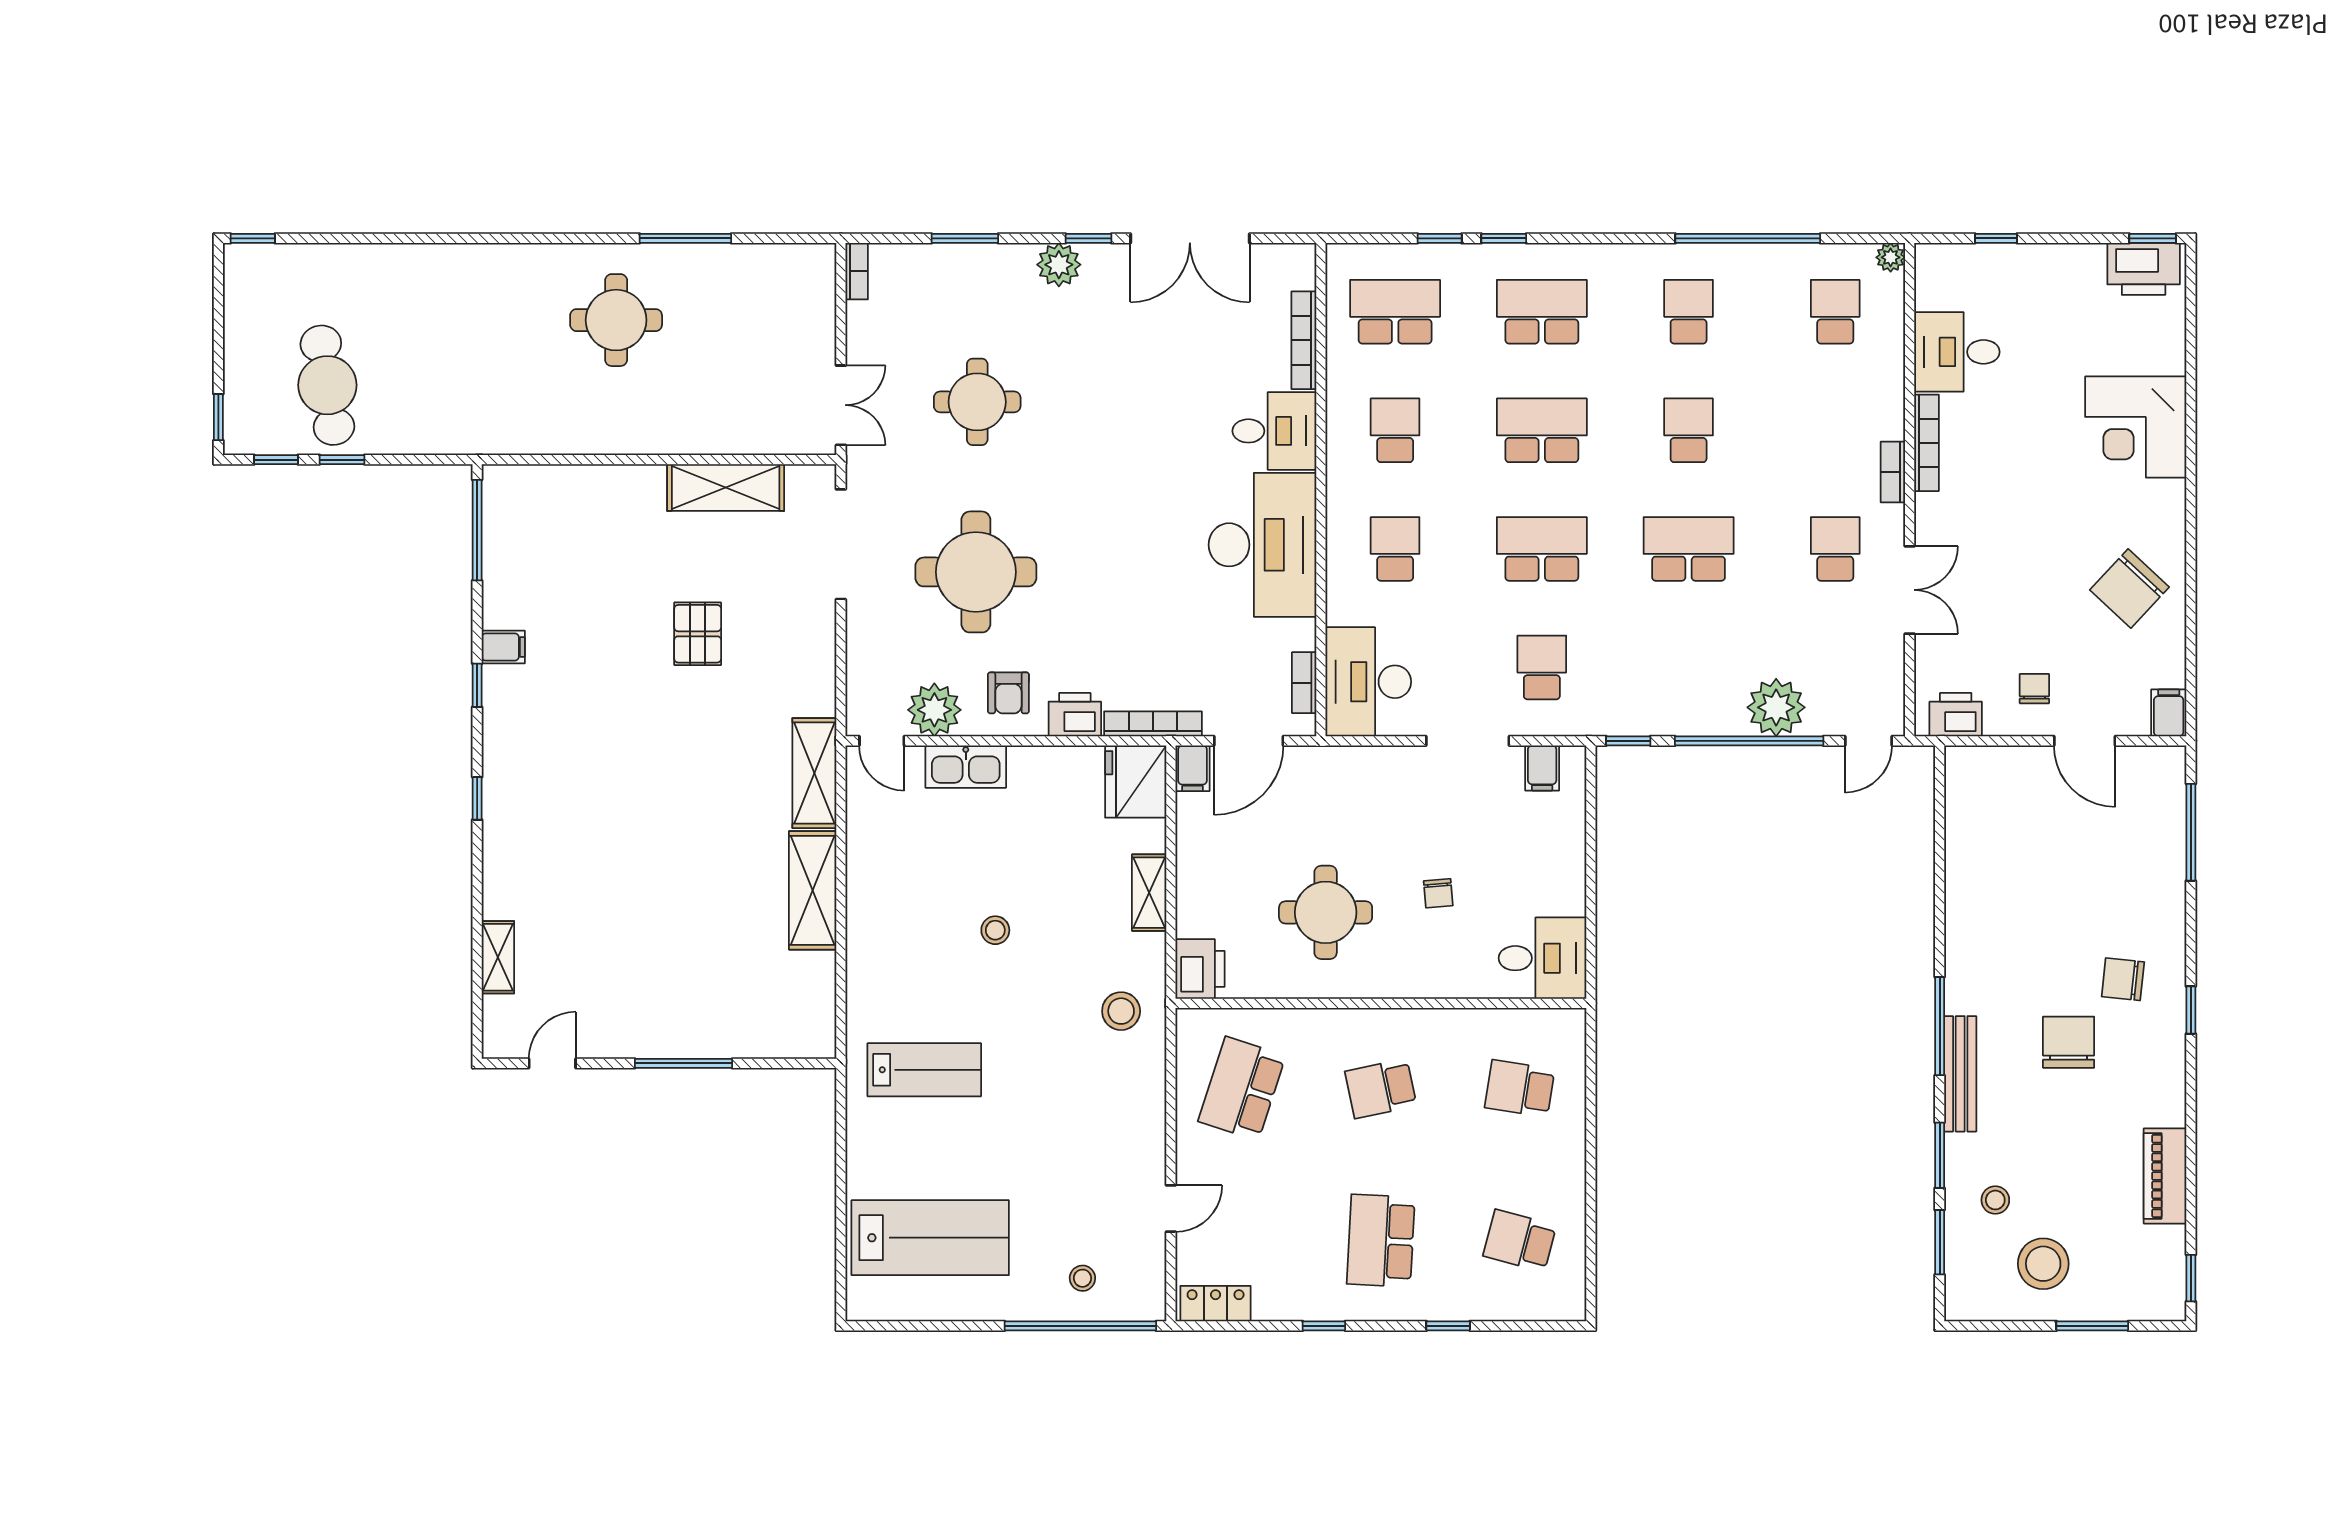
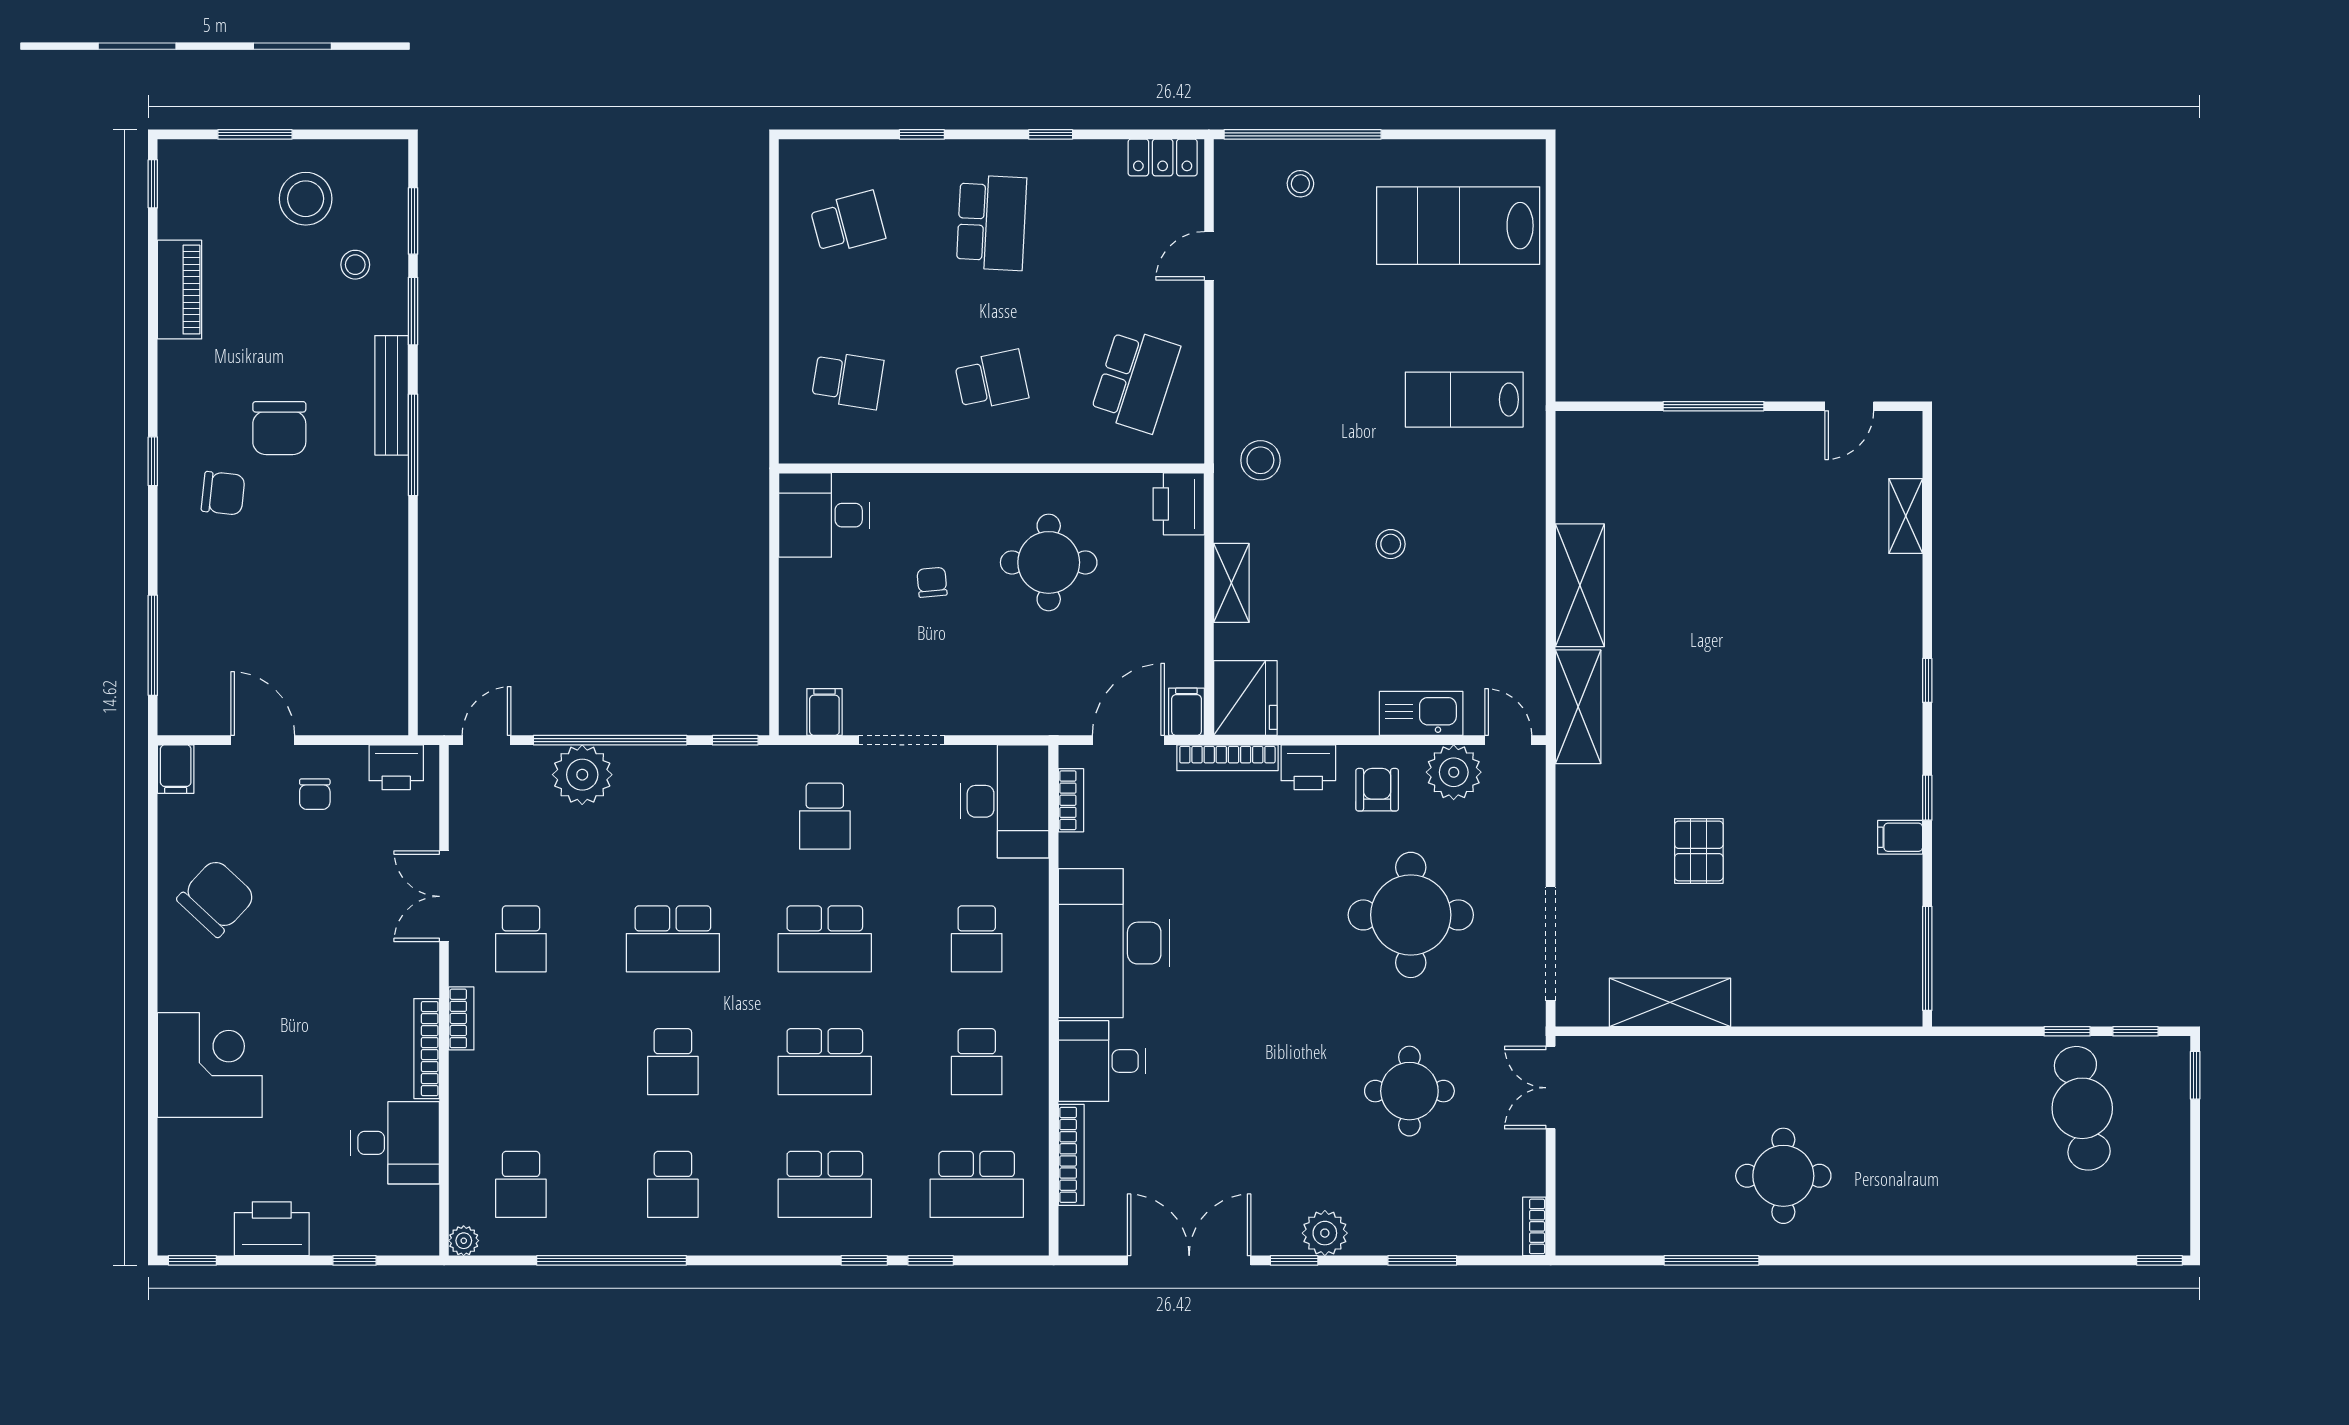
printer: (2144, 269) -> (272, 1229), moved
school desk: (1520, 1241) -> (848, 223), turned -30

